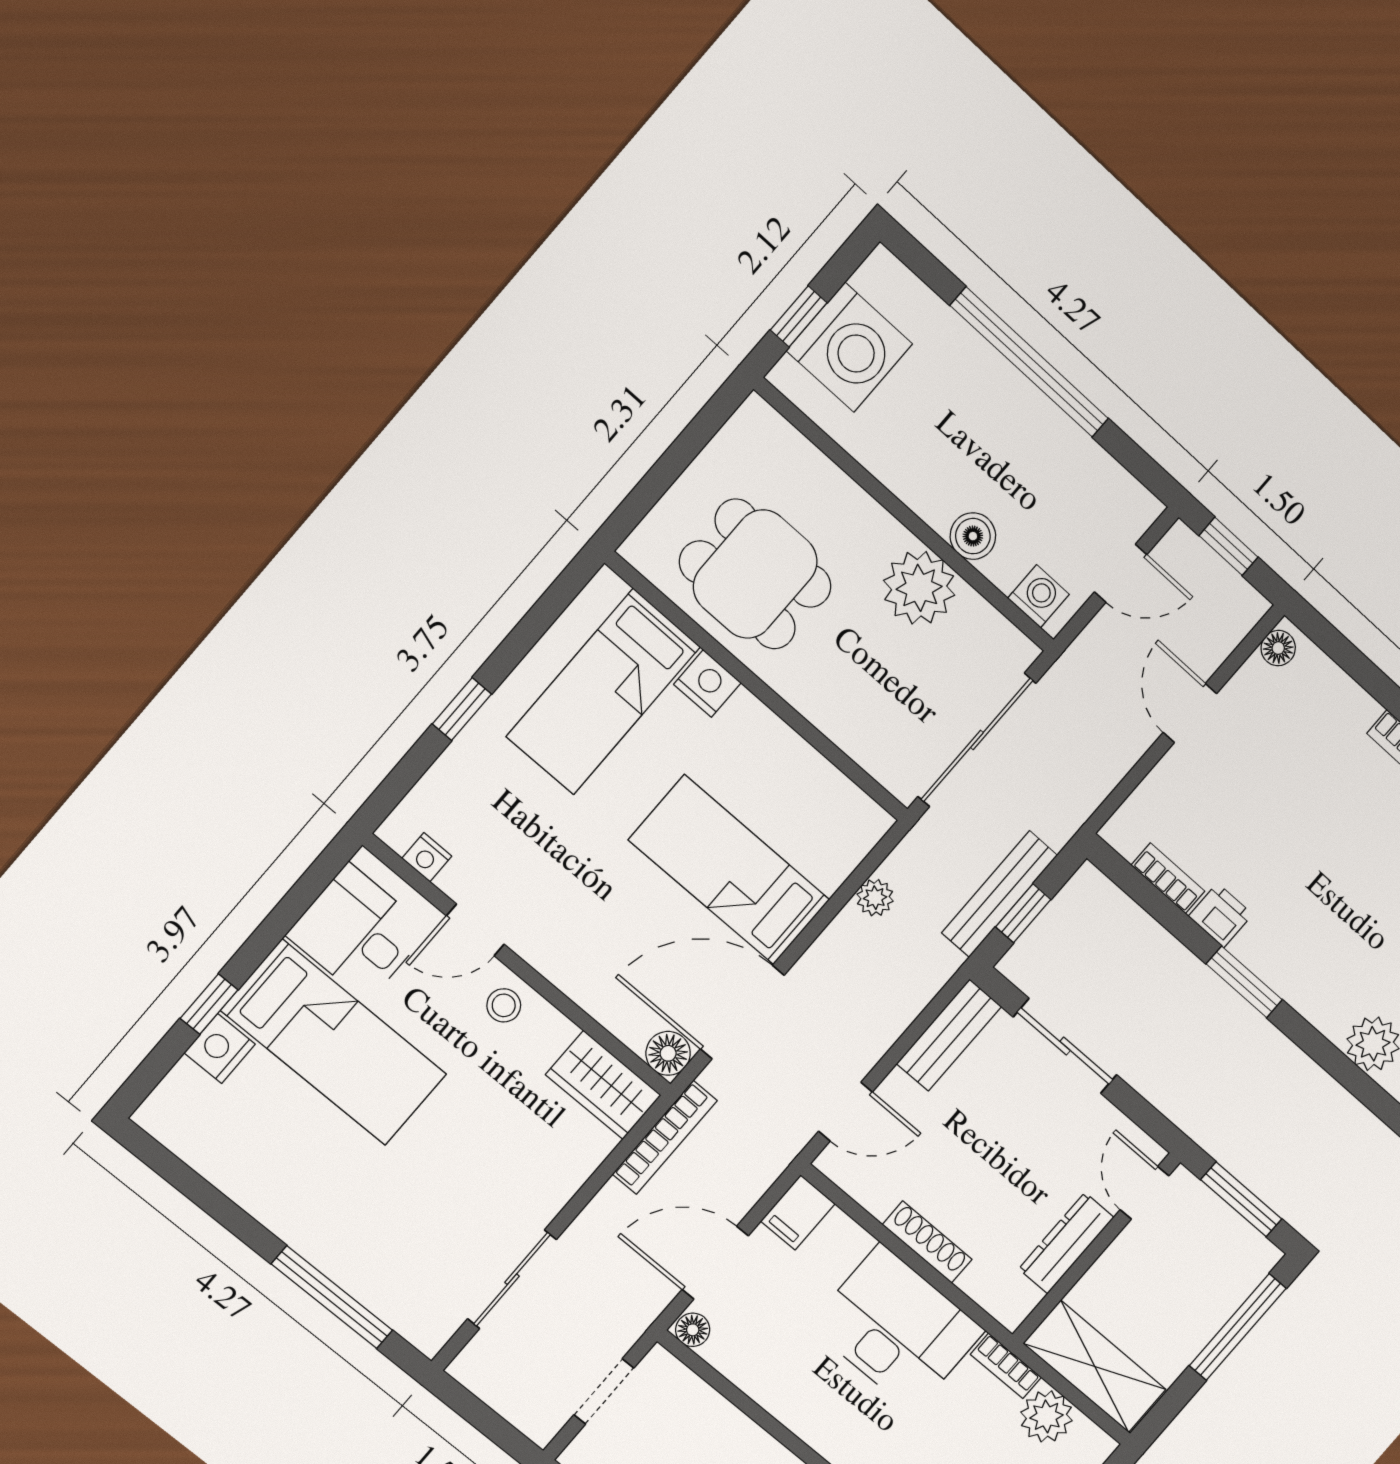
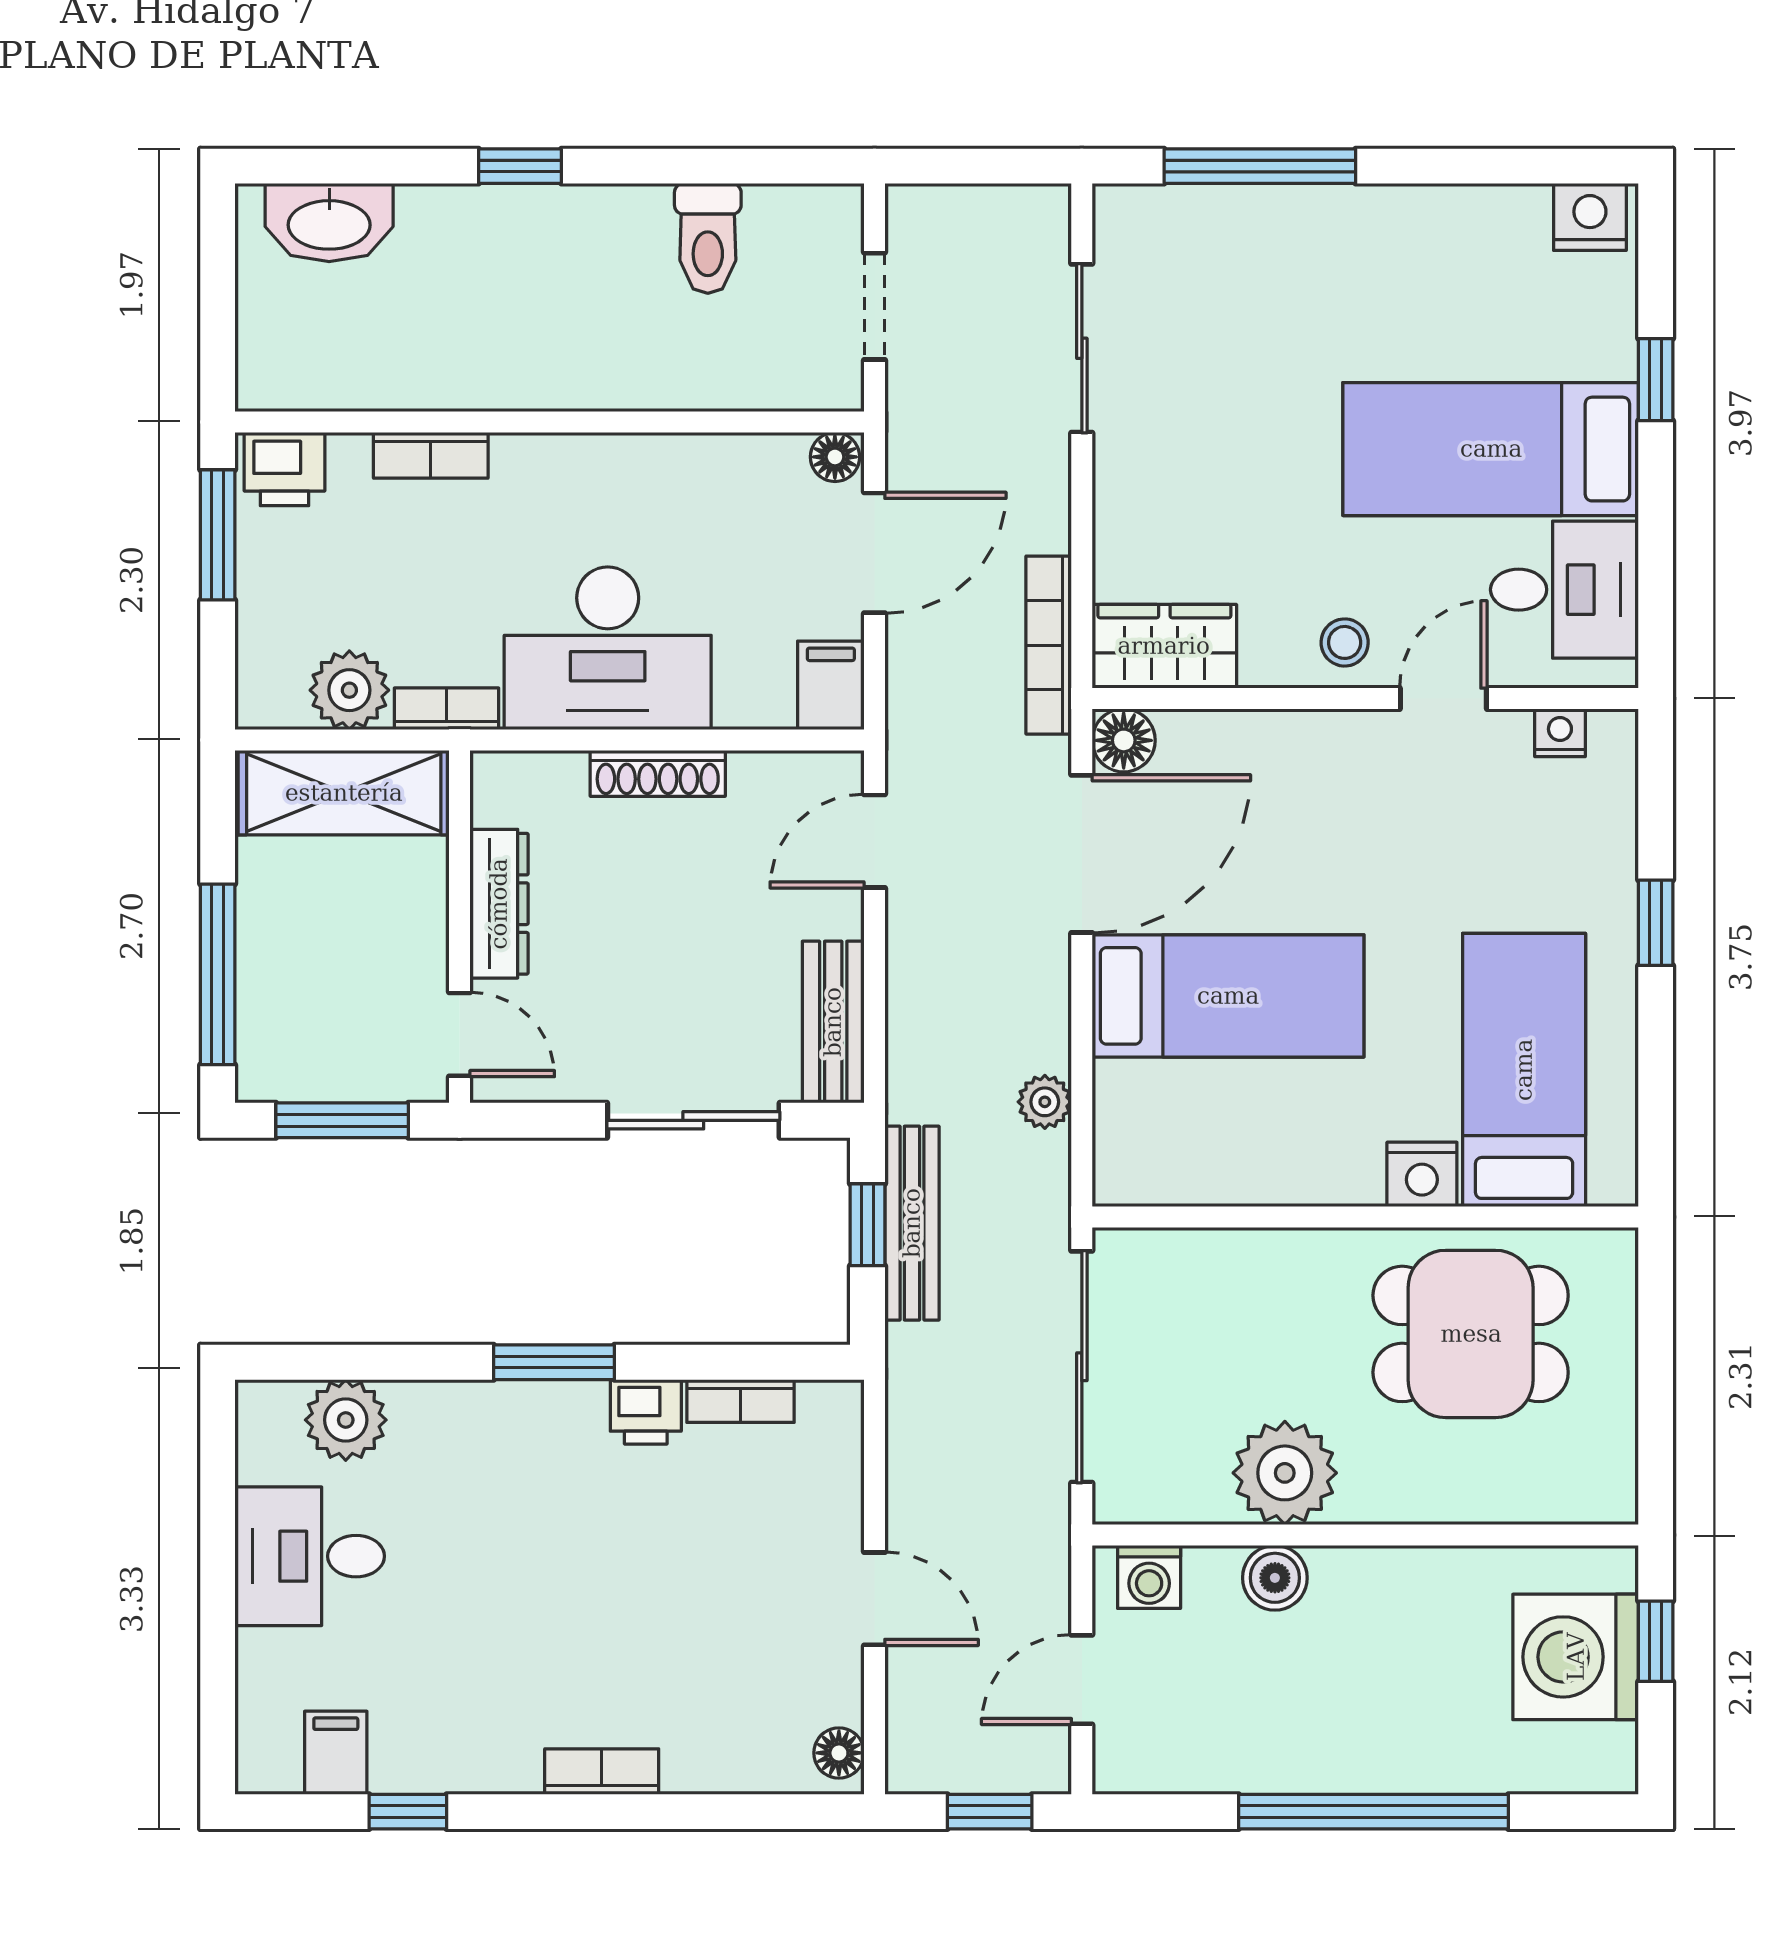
nightstand: (220, 1049) -> (1590, 217), moved, turned -90

